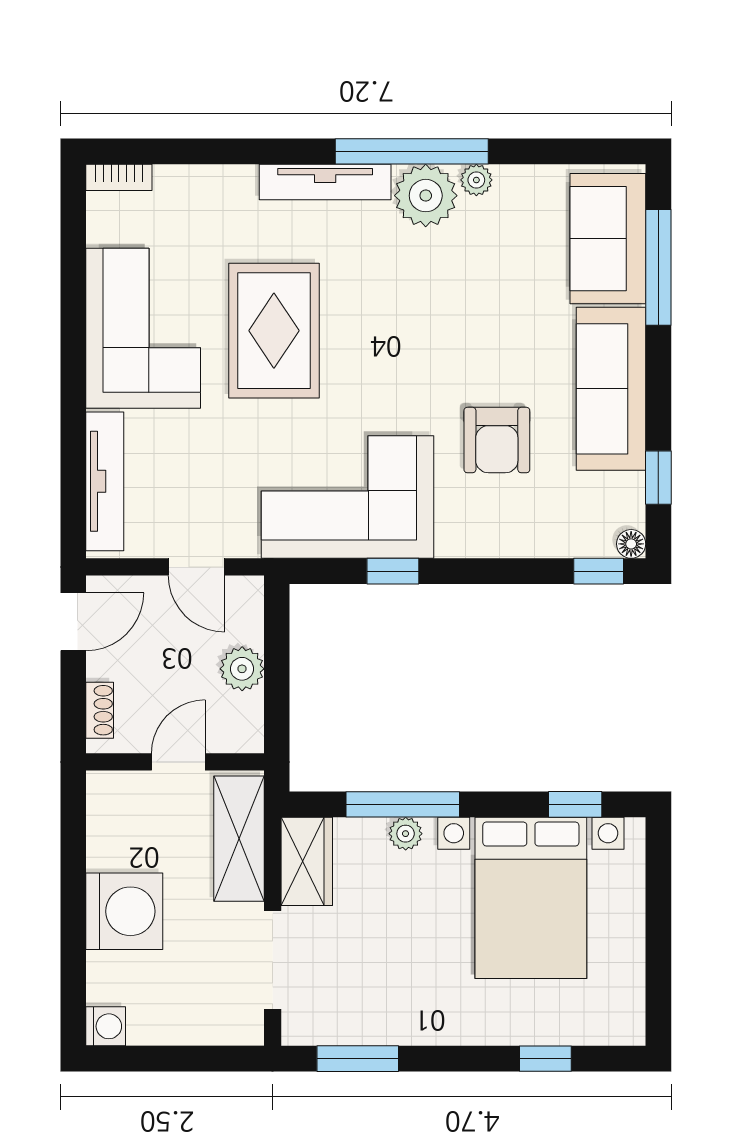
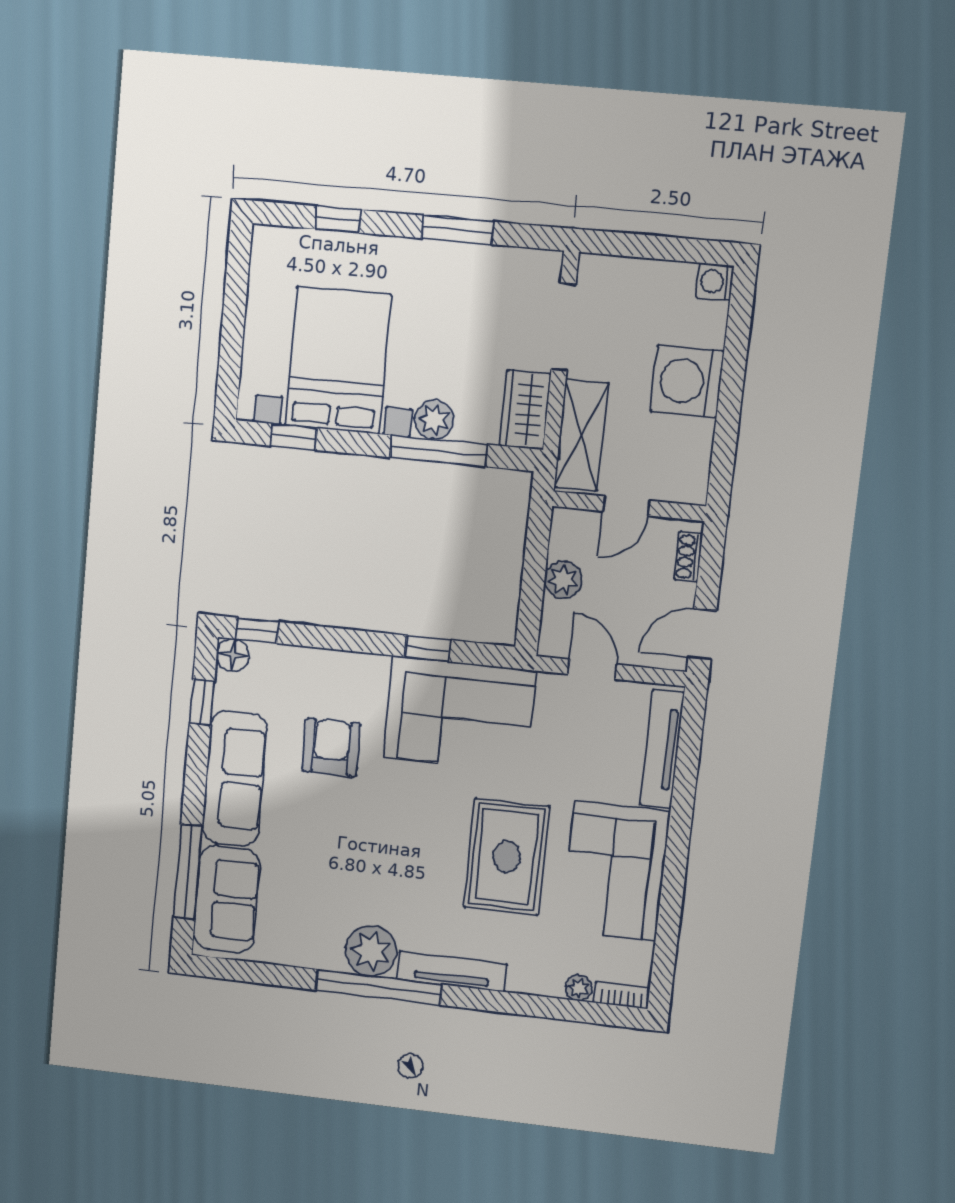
plant: (476, 180) -> (578, 988), moved
floor lamp: (631, 544) -> (233, 655), width x1.37, depth x1.37
plant: (406, 834) -> (434, 420), width x1.38, depth x1.38
window: (358, 1059) -> (457, 230), moved

